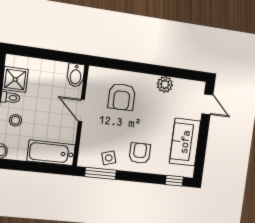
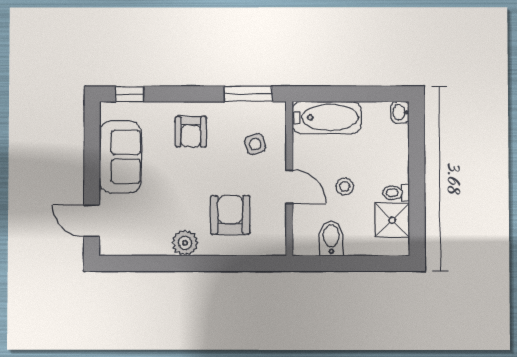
bidet: (76, 75) -> (331, 238), moved
plant: (165, 84) -> (185, 243), moved
stool: (15, 120) -> (345, 186), moved
side table: (109, 158) -> (255, 144), moved

